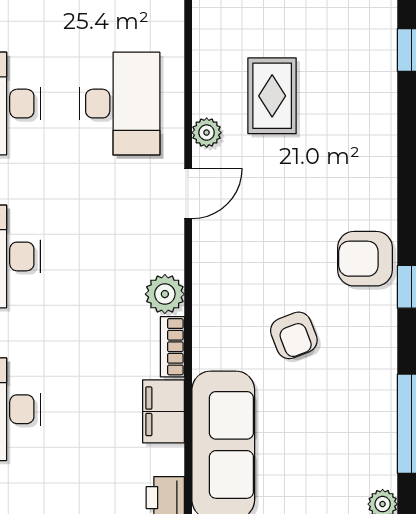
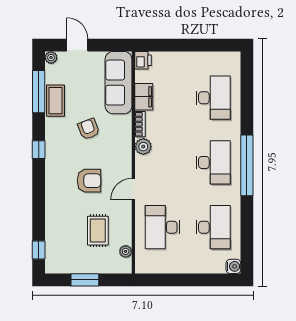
plant: (207, 133) -> (126, 251), moved
armchair: (365, 259) -> (89, 181), moved
coffee table: (372, 402) -> (56, 101), added

